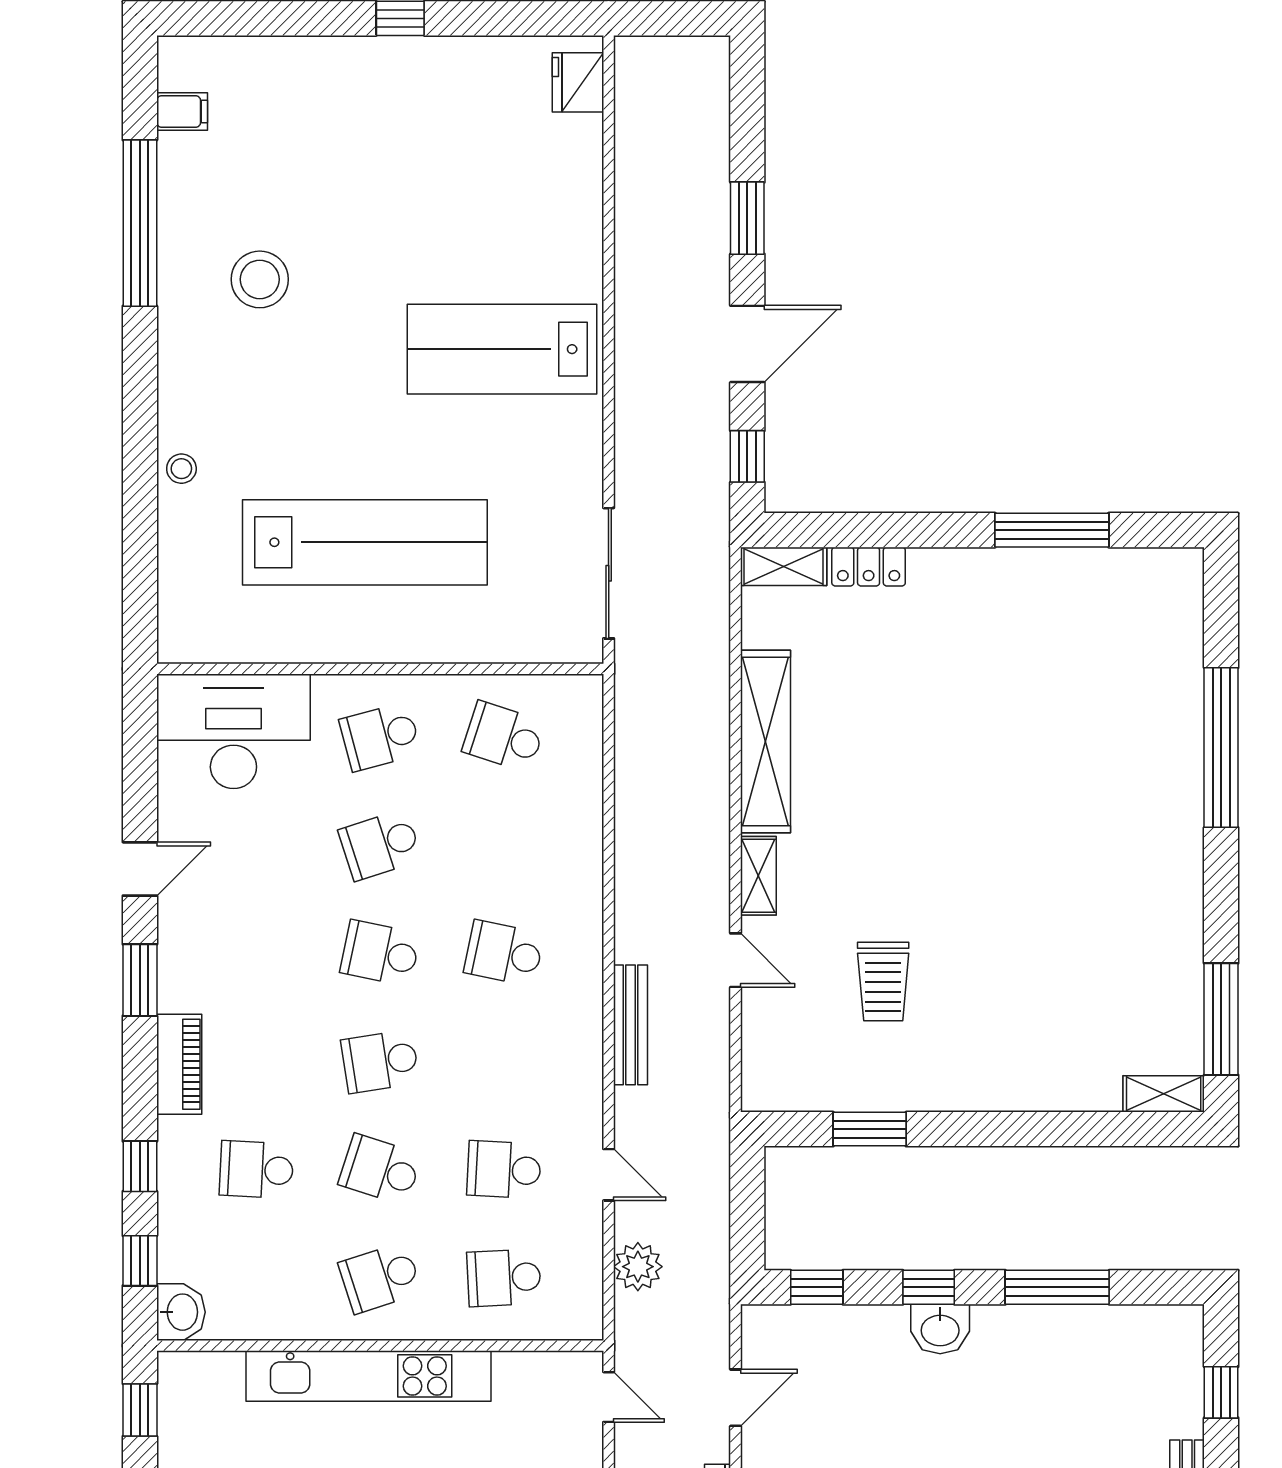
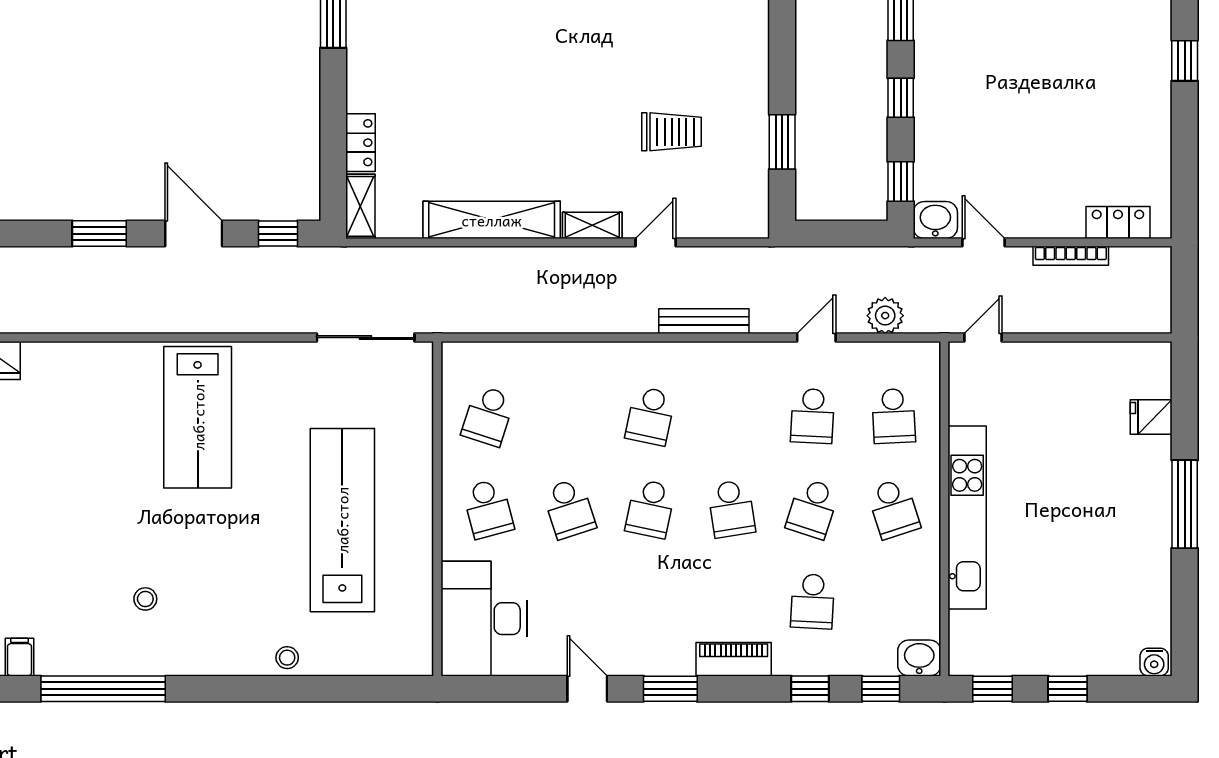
stool: (260, 279) -> (145, 599), width x0.53, depth x0.53
washbasin: (940, 1329) -> (935, 220), moved, turned -90

